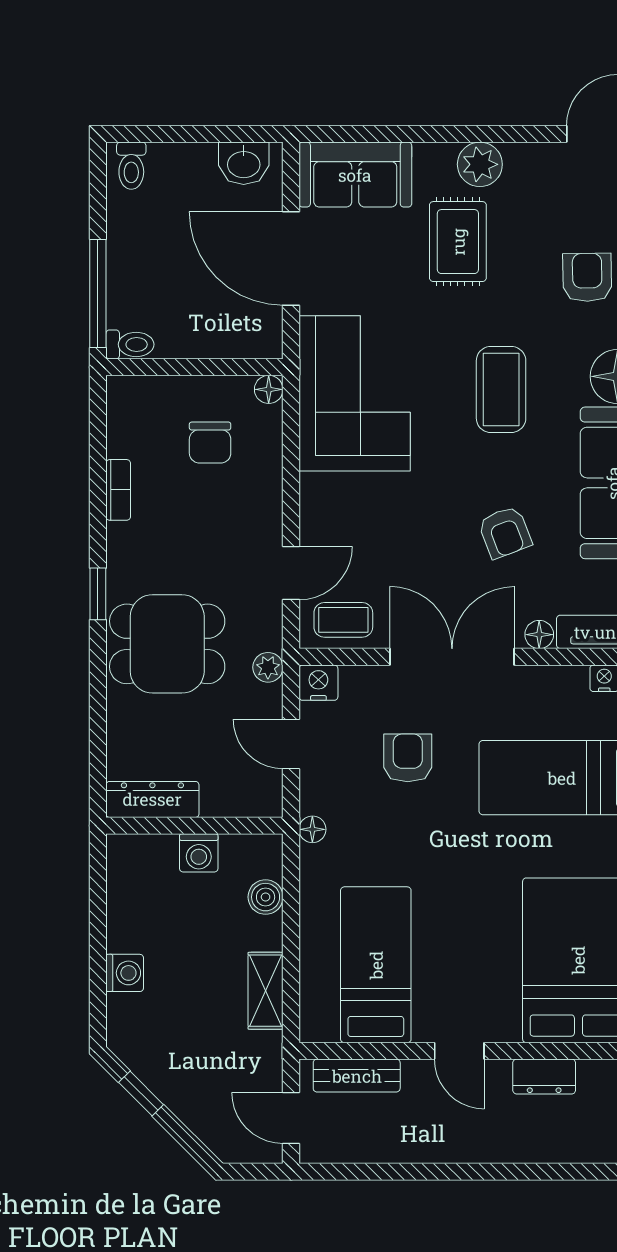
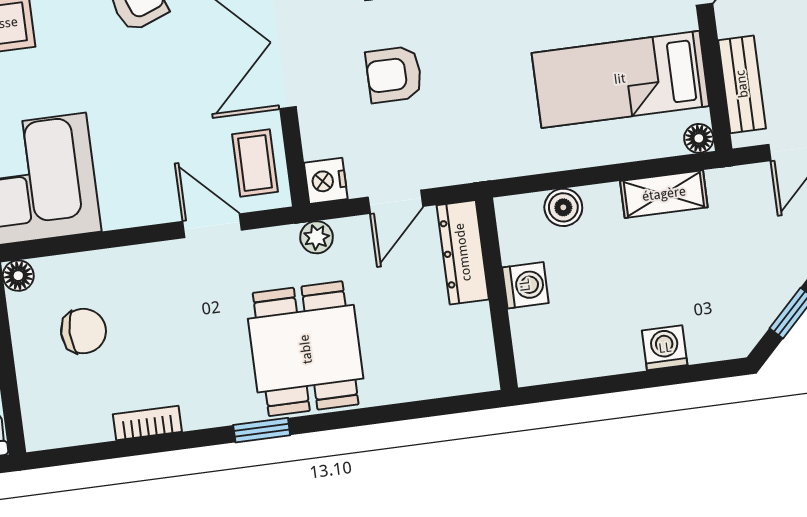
dresser: (152, 799) -> (463, 252), moved
floor lamp: (312, 829) -> (699, 138), moved

